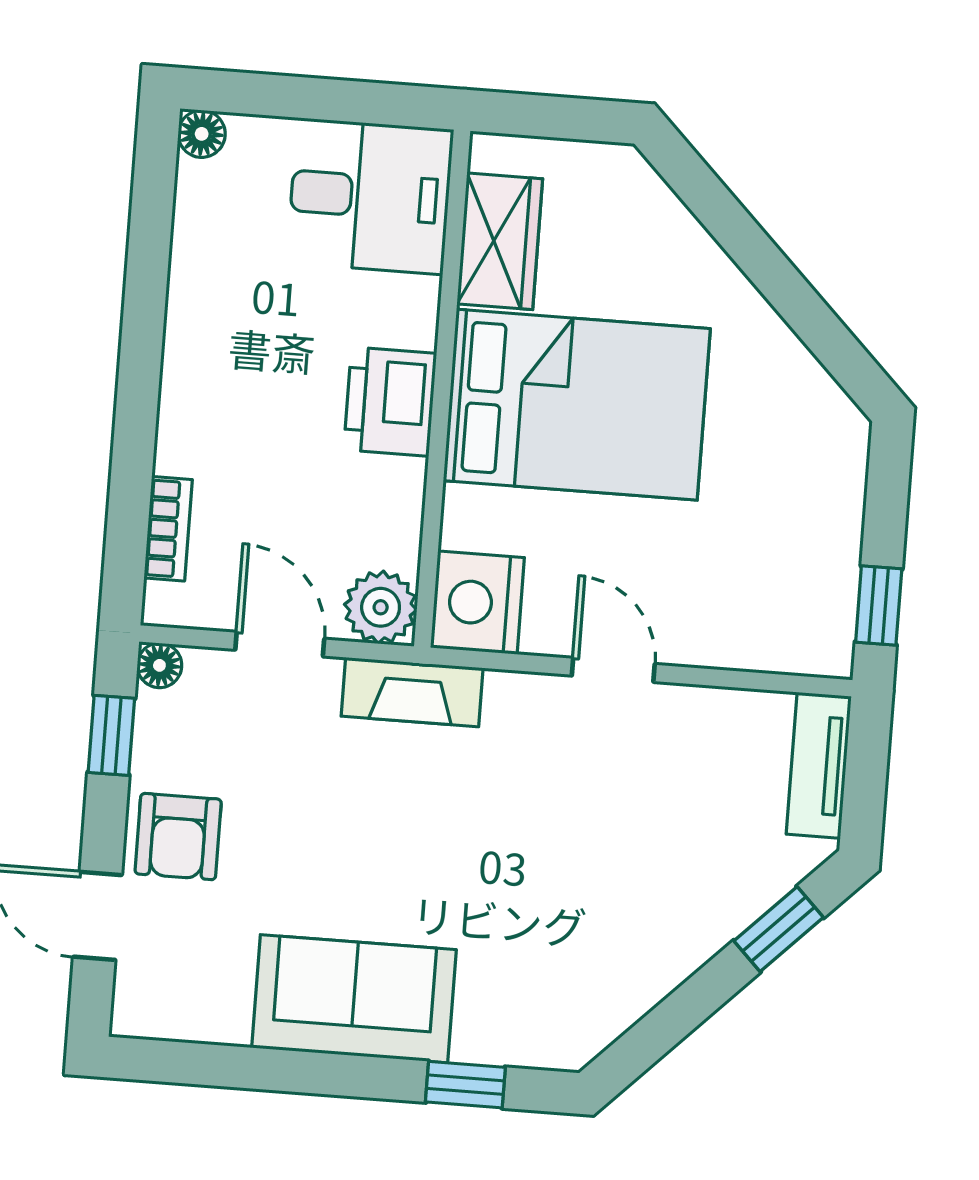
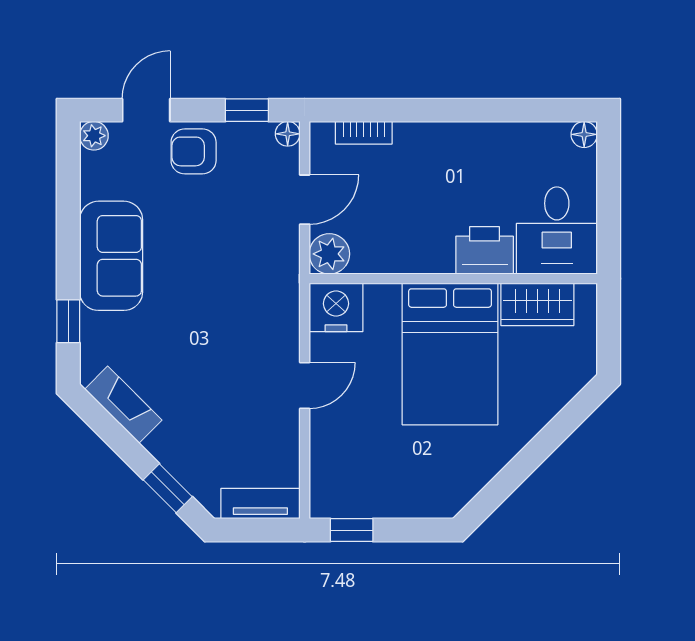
printer: (390, 402) -> (485, 250), moved
fireplace: (412, 692) -> (123, 405), moved, turned 135
plant: (136, 1013) -> (94, 136), added

